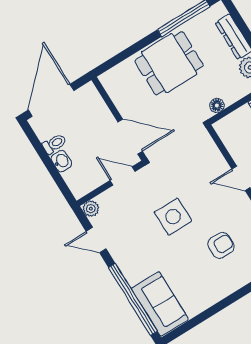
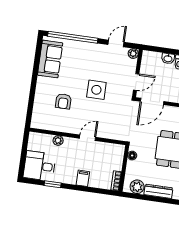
sofa: (160, 304) -> (50, 59), moved, turned -90

